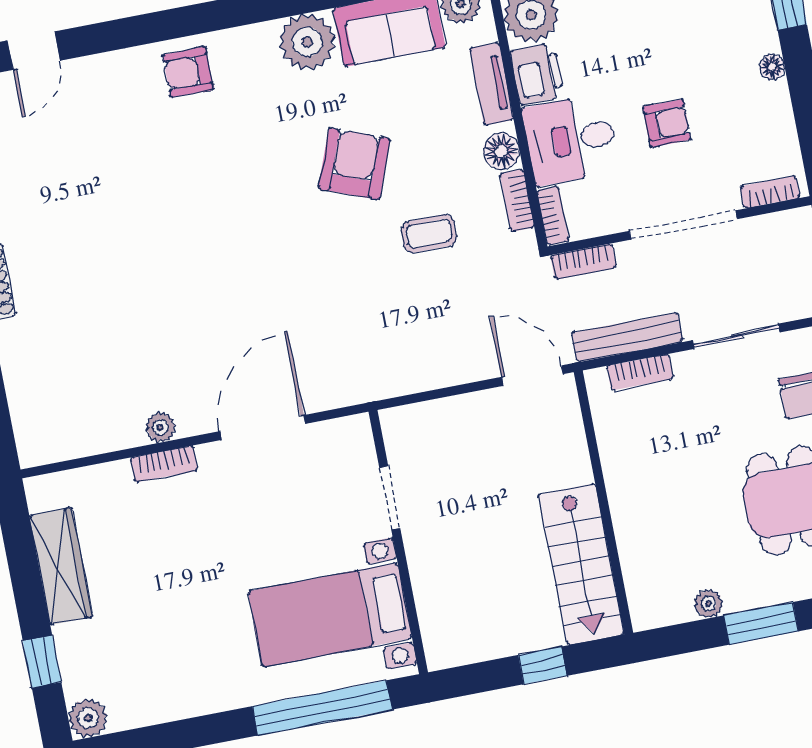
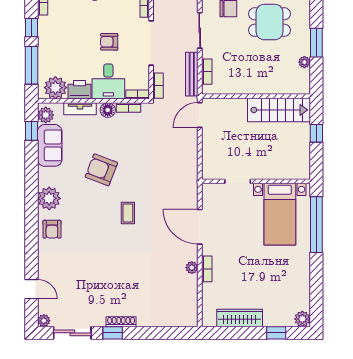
plant: (307, 42) -> (49, 198), moved
armchair: (667, 123) -> (109, 42), turned -90
coffee table: (429, 234) -> (128, 213), moved

